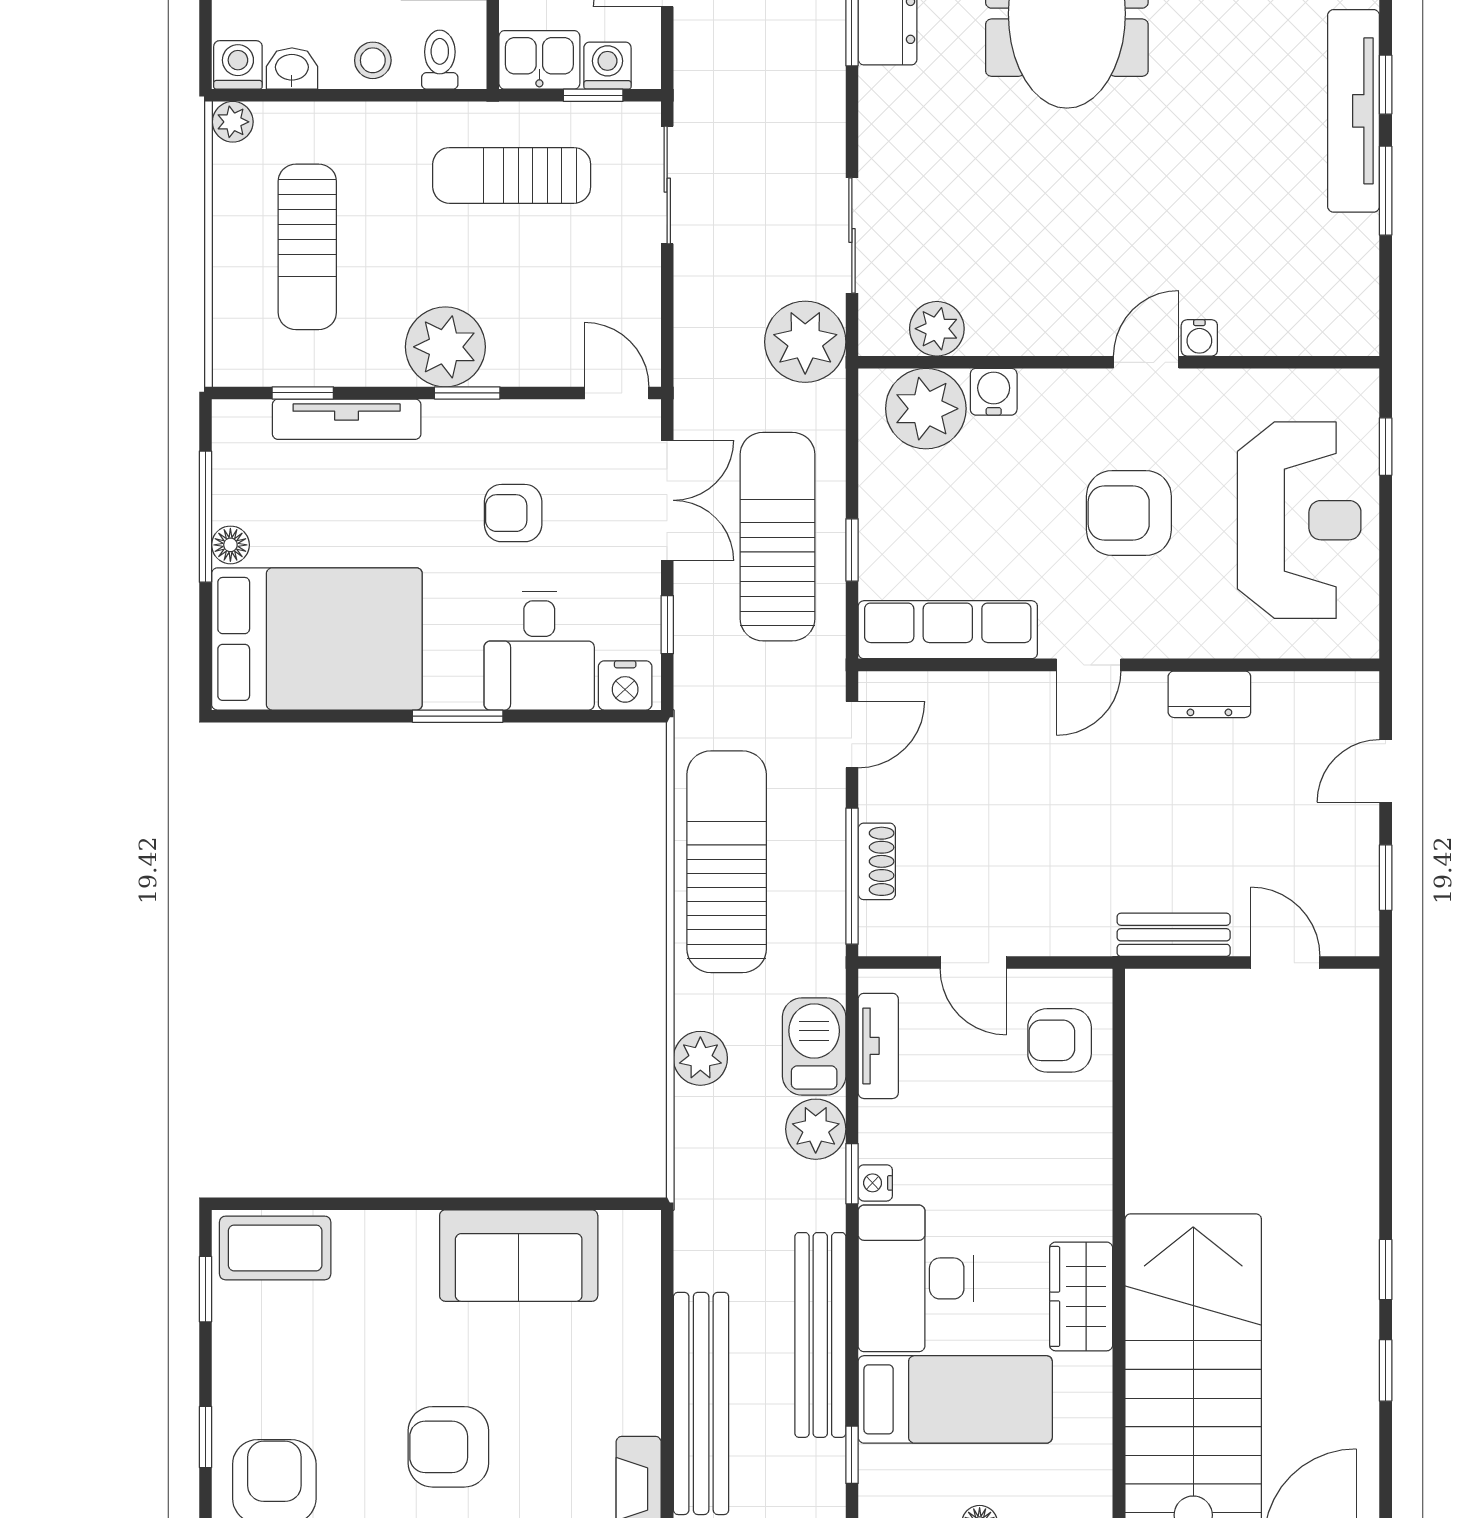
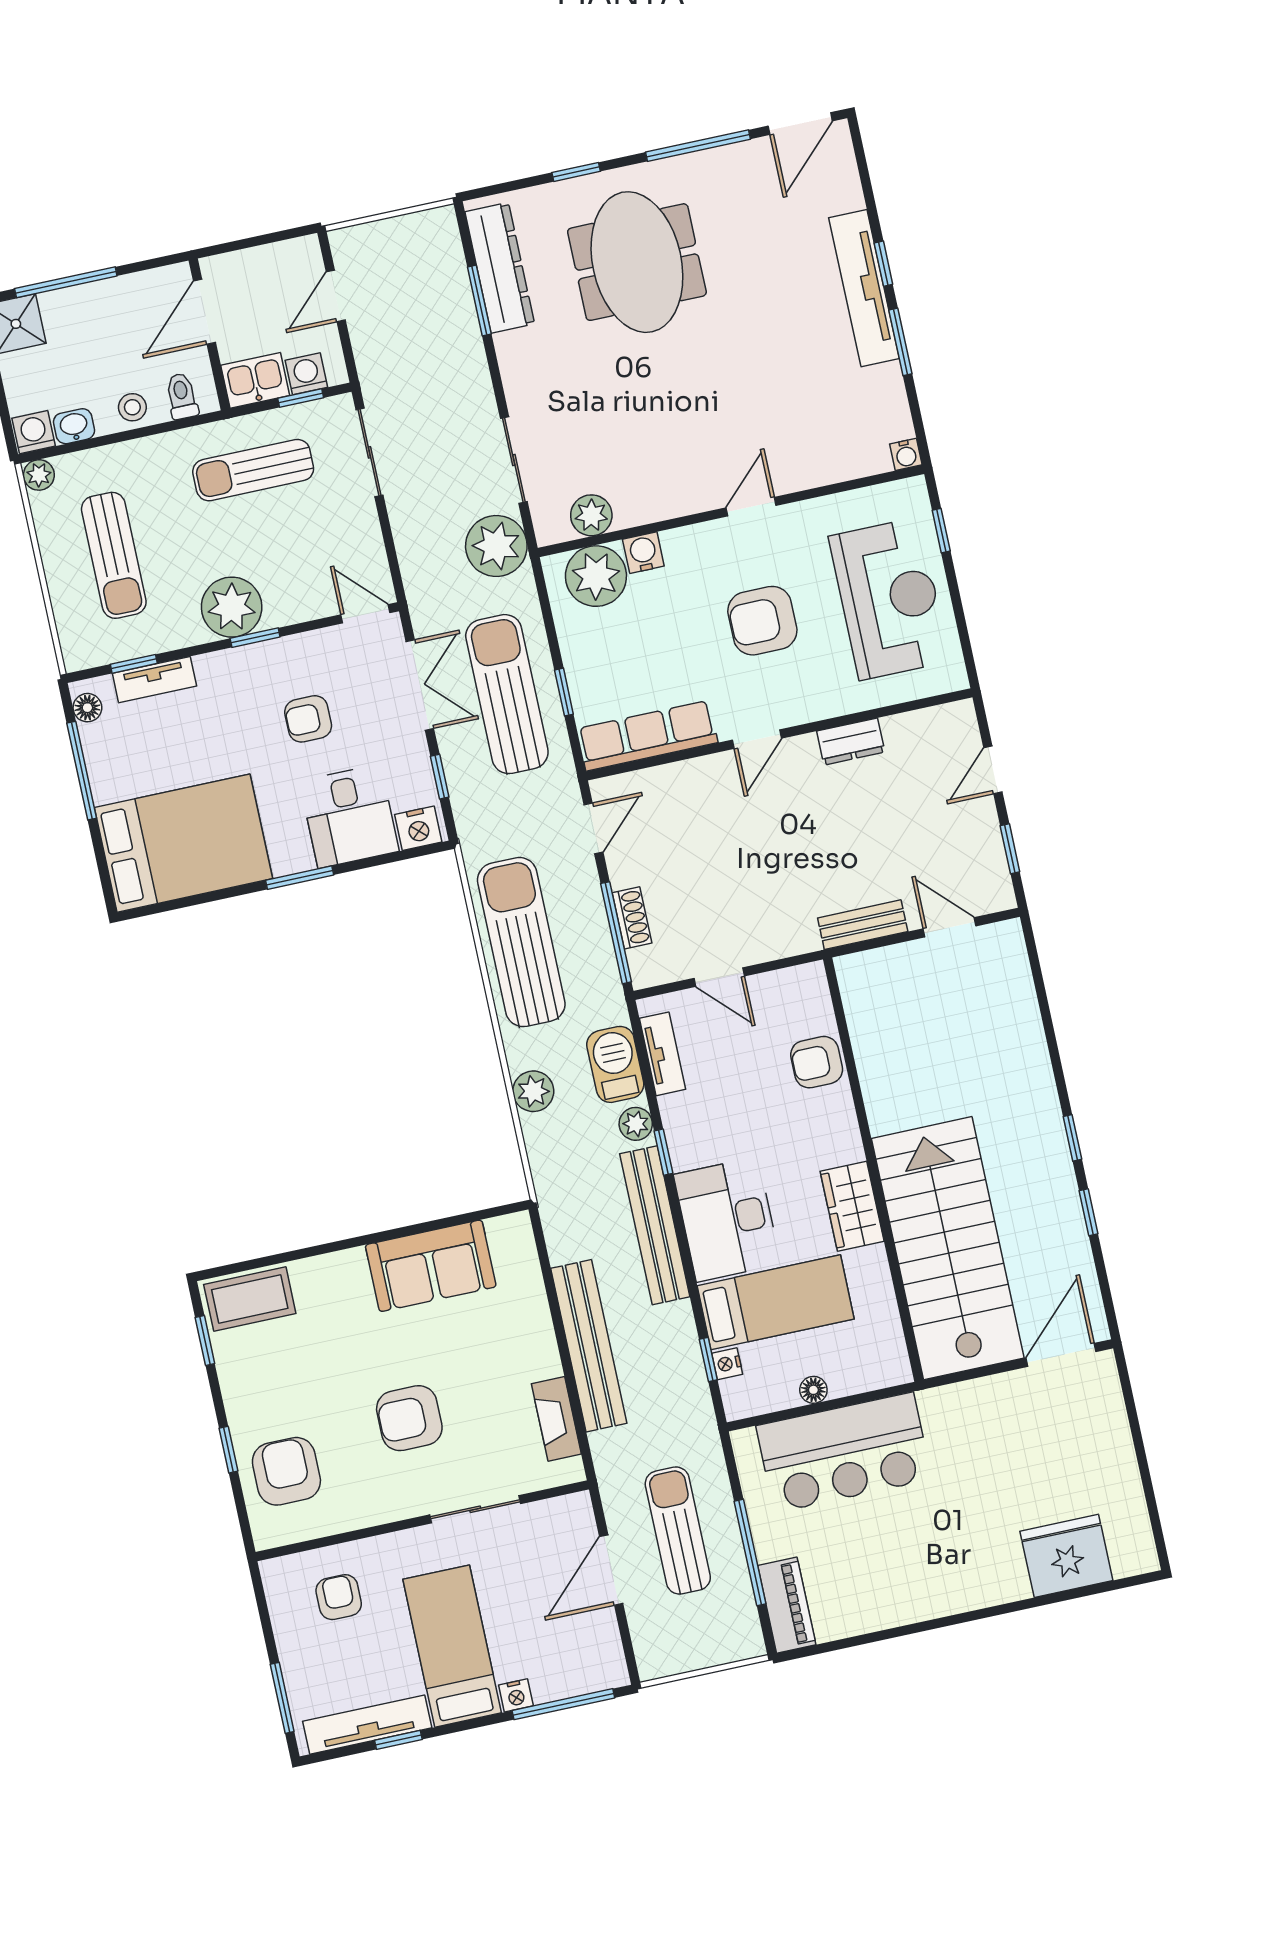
water cooler: (1199, 338) -> (906, 454), moved
tv unit: (347, 419) -> (154, 680), width x0.71
floor lamp: (230, 545) -> (87, 708), moved
armchair: (1060, 1040) -> (817, 1062), moved
plant: (816, 1129) -> (636, 1124), width x0.73, depth x0.73
nightstand: (875, 1183) -> (727, 1364), moved
bench: (820, 1335) -> (655, 1225), moved

